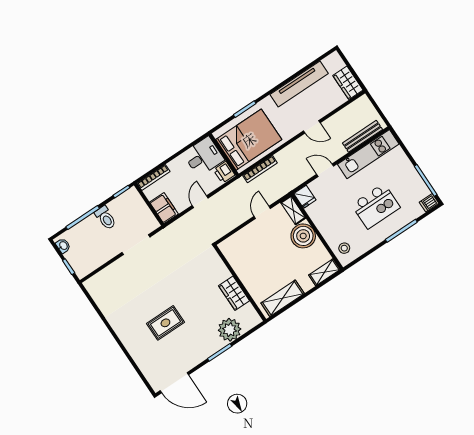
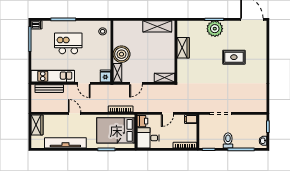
filing cabinet: (164, 208) -> (191, 119), width x0.50
shelving: (324, 272) -> (165, 78), moved
plant: (230, 330) -> (215, 29), moved

